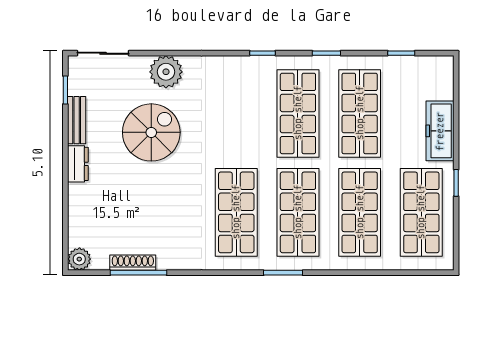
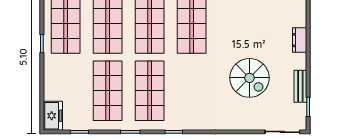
plant: (166, 72) -> (240, 119), removed
freezer: (440, 131) -> (53, 116), moved, width x0.71
spiral stairs: (151, 132) -> (249, 78), turned -90
dresser: (78, 164) -> (300, 40), moved

